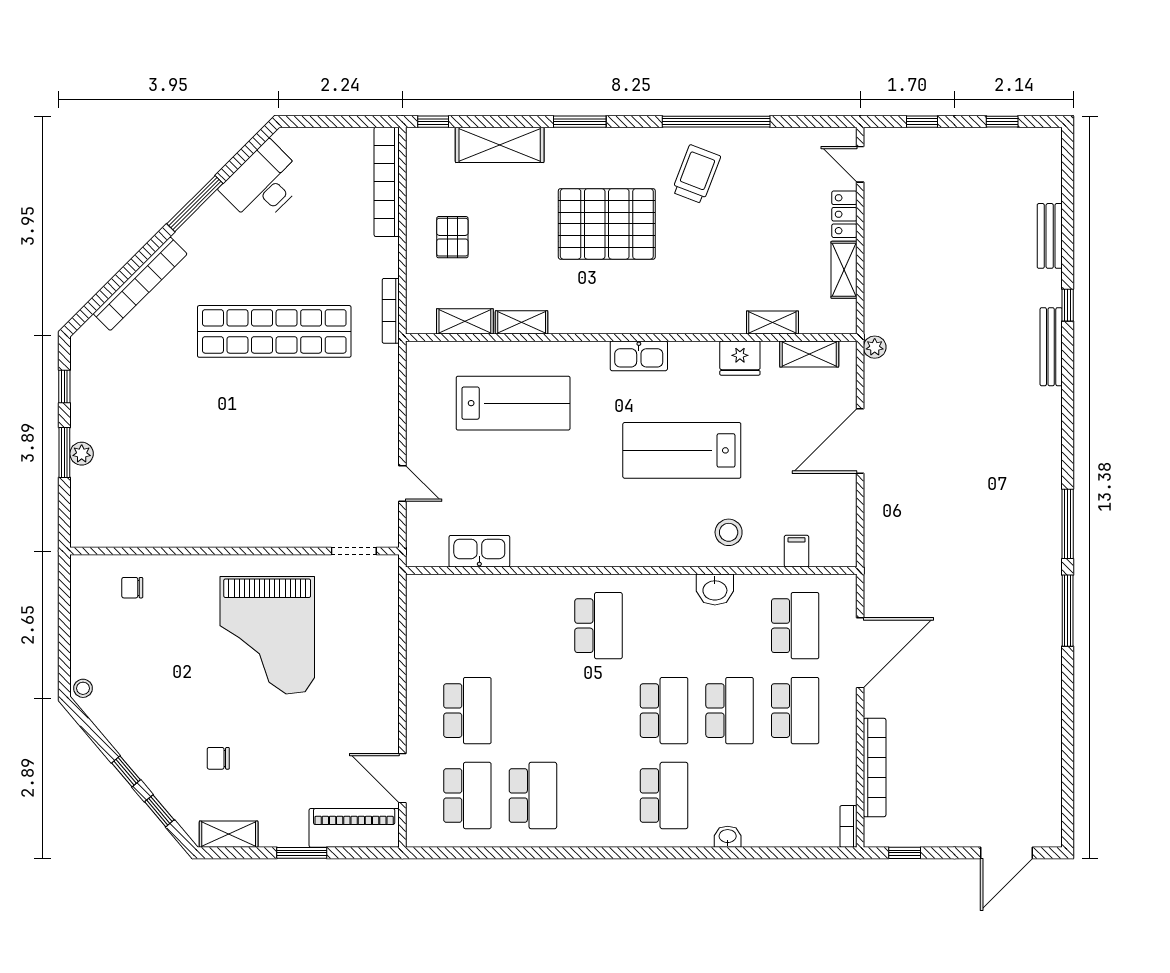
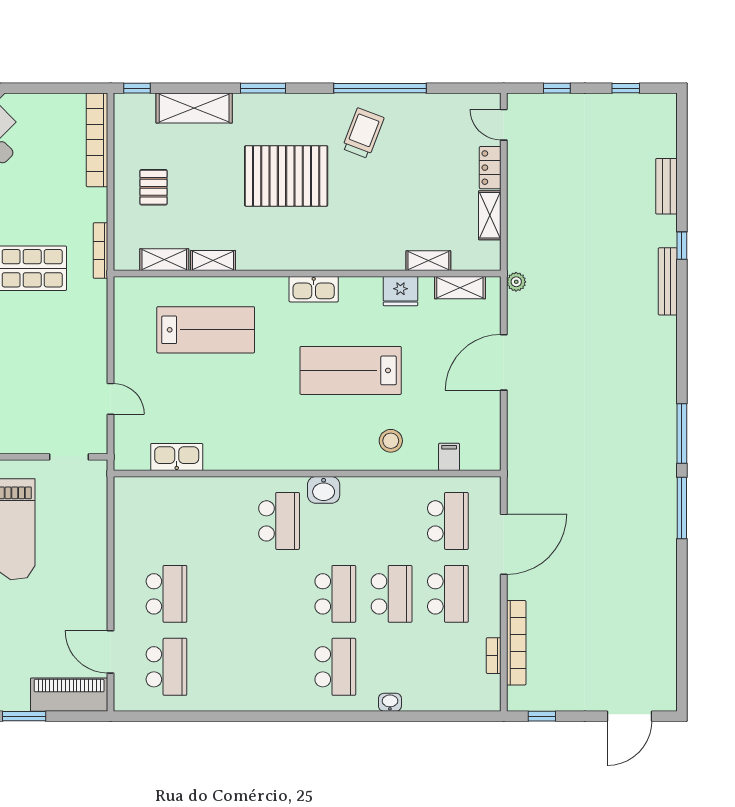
washbasin: (715, 590) -> (324, 490), moved
school desk: (533, 796) -> (223, 667), removed
bookcase: (848, 826) -> (494, 656), moved

